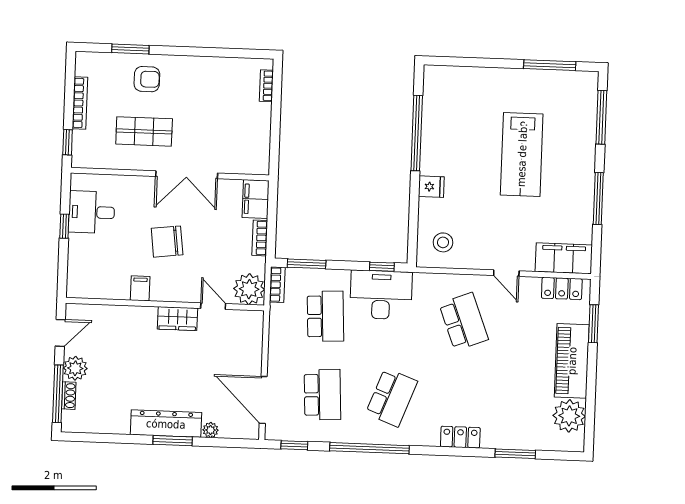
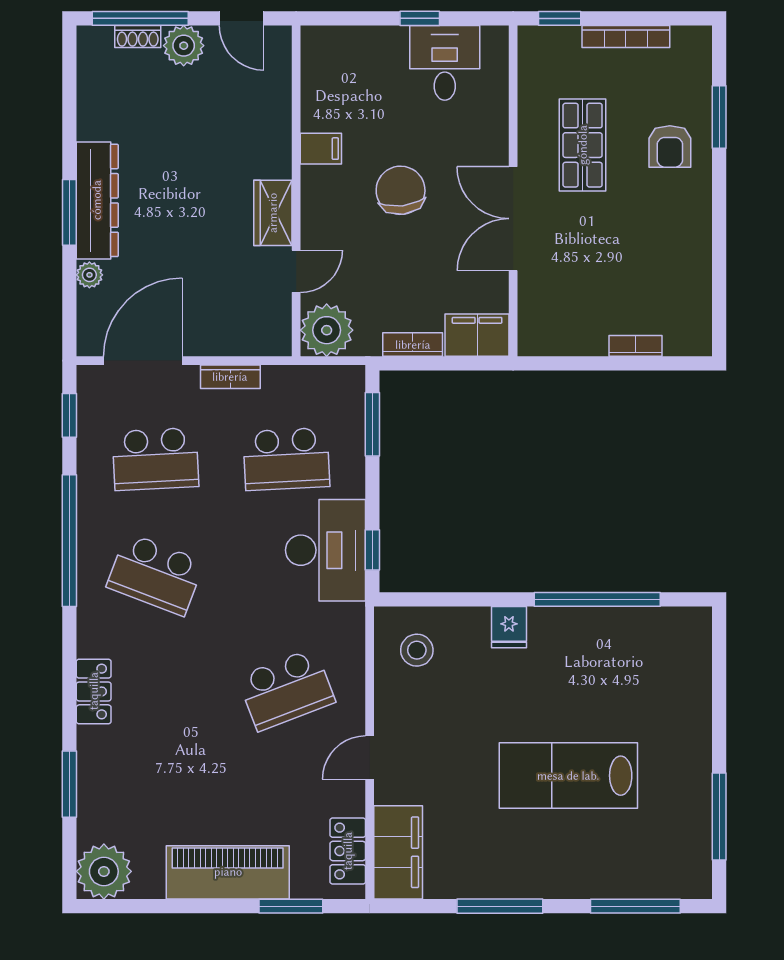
bookcase: (266, 86) -> (635, 346), moved
bookcase: (277, 285) -> (230, 377), moved
plant: (569, 416) -> (104, 871), moved

